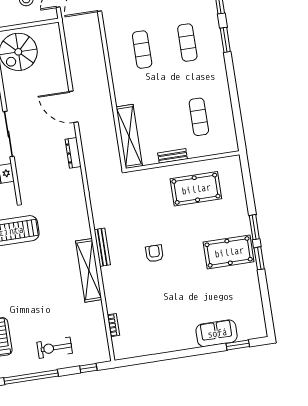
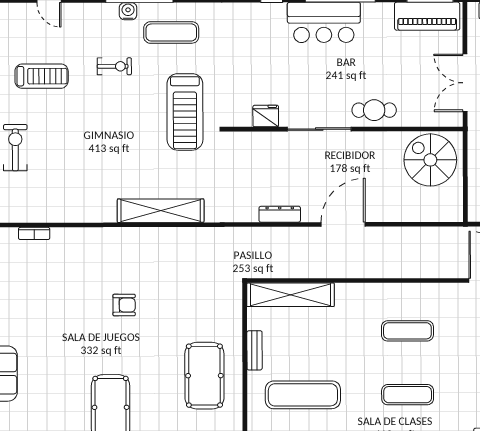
exercise mat: (199, 117) -> (303, 395), width x1.36, depth x1.45
bench: (102, 247) -> (144, 234), removed
shelving: (89, 270) -> (161, 211), moved

